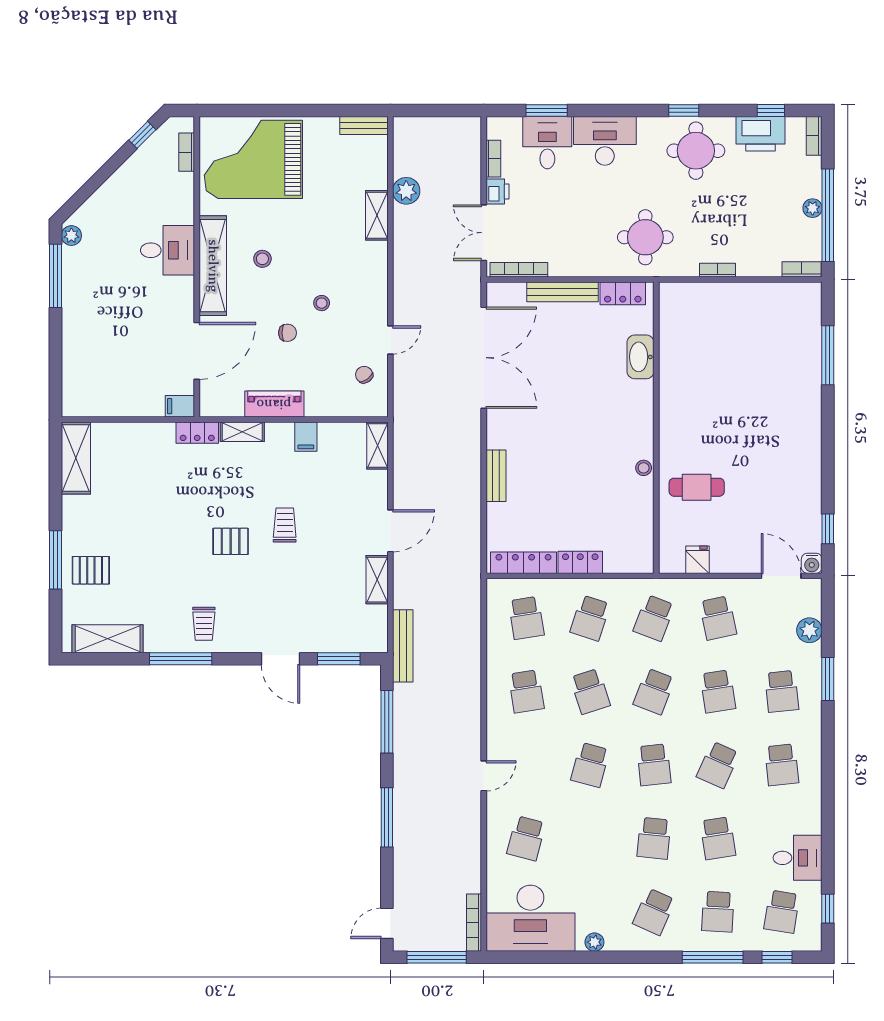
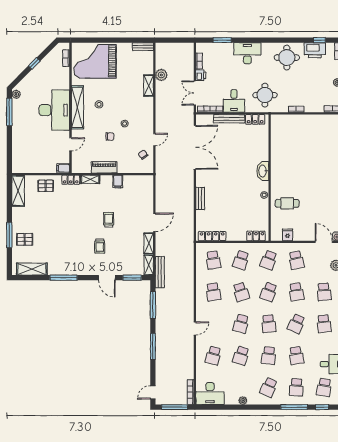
window: (684, 110) -> (282, 40), removed
window: (142, 135) -> (34, 63), moved
desk: (547, 143) -> (234, 101), moved, turned 180
desk: (167, 250) -> (54, 110), width x1.87, depth x1.30
door: (197, 351) -> (70, 144), width x0.53
washbasin: (641, 357) -> (263, 171), moved
shelving: (377, 445) -> (149, 265), moved
pallet: (231, 541) -> (46, 186), moved
locker: (580, 562) -> (256, 236), moved
trolley: (204, 624) -> (100, 246), moved
school desk: (590, 838) -> (241, 356), added
desk: (530, 918) -> (210, 394), width x0.73, depth x0.77

